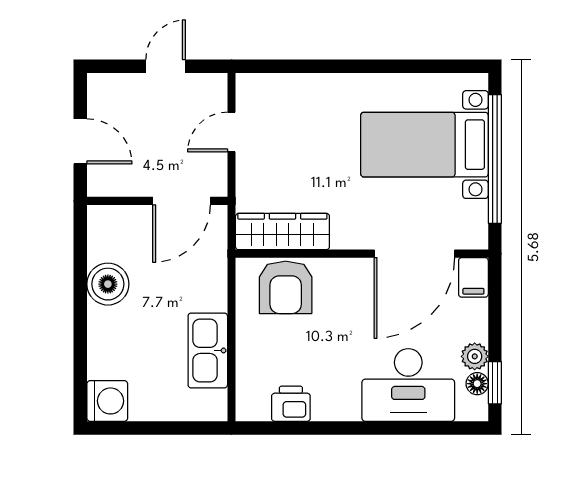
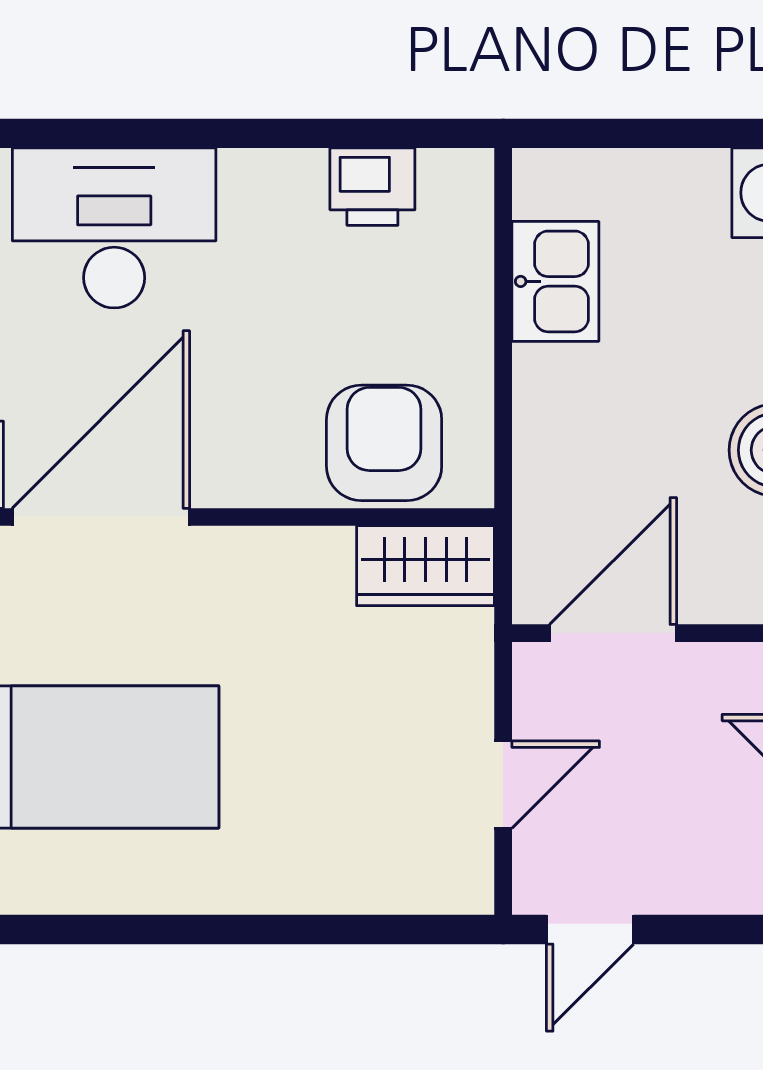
door: (166, 66) -> (590, 930), moved
wardrobe: (282, 232) -> (426, 566), width x0.67
kitchen sink: (208, 350) -> (555, 281), width x0.73

